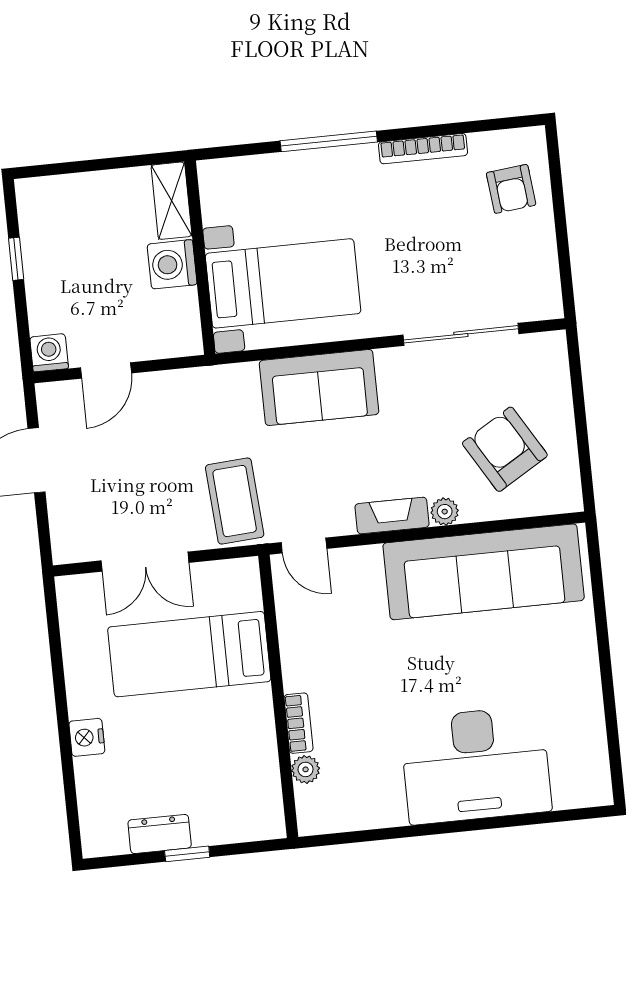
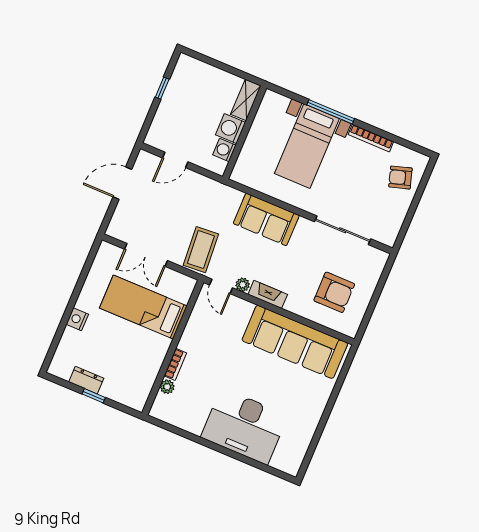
armchair: (511, 189) -> (400, 177), turned 79
bed with nightstands: (283, 283) -> (307, 146), moved, turned 90
washing machine: (49, 353) -> (224, 150), moved, turned -90
armchair: (505, 449) -> (334, 292), turned 121
plant: (445, 512) -> (243, 285), moved

